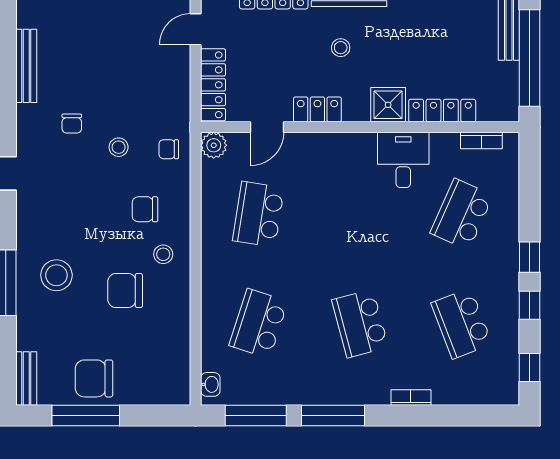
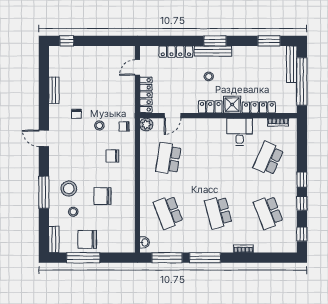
bench: (26, 66) -> (54, 90), width x0.73
locker: (317, 109) -> (210, 107), moved
stool: (163, 254) -> (73, 212), moved
school desk: (258, 323) -> (168, 212), turned -39

